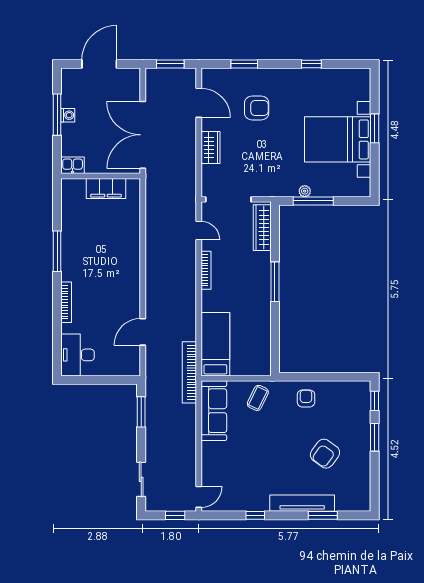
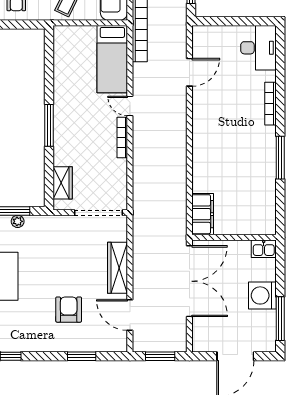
armchair: (257, 108) -> (69, 310), turned 90
window: (57, 115) -> (280, 319), moved
washing machine: (68, 115) -> (262, 295), width x1.89, depth x1.89
wardrobe: (210, 147) -> (118, 268), width x1.50
filing cabinet: (106, 188) -> (203, 214), moved, turned 90
wardrobe: (262, 228) -> (63, 183), width x0.67
door: (199, 231) -> (130, 106), moved

